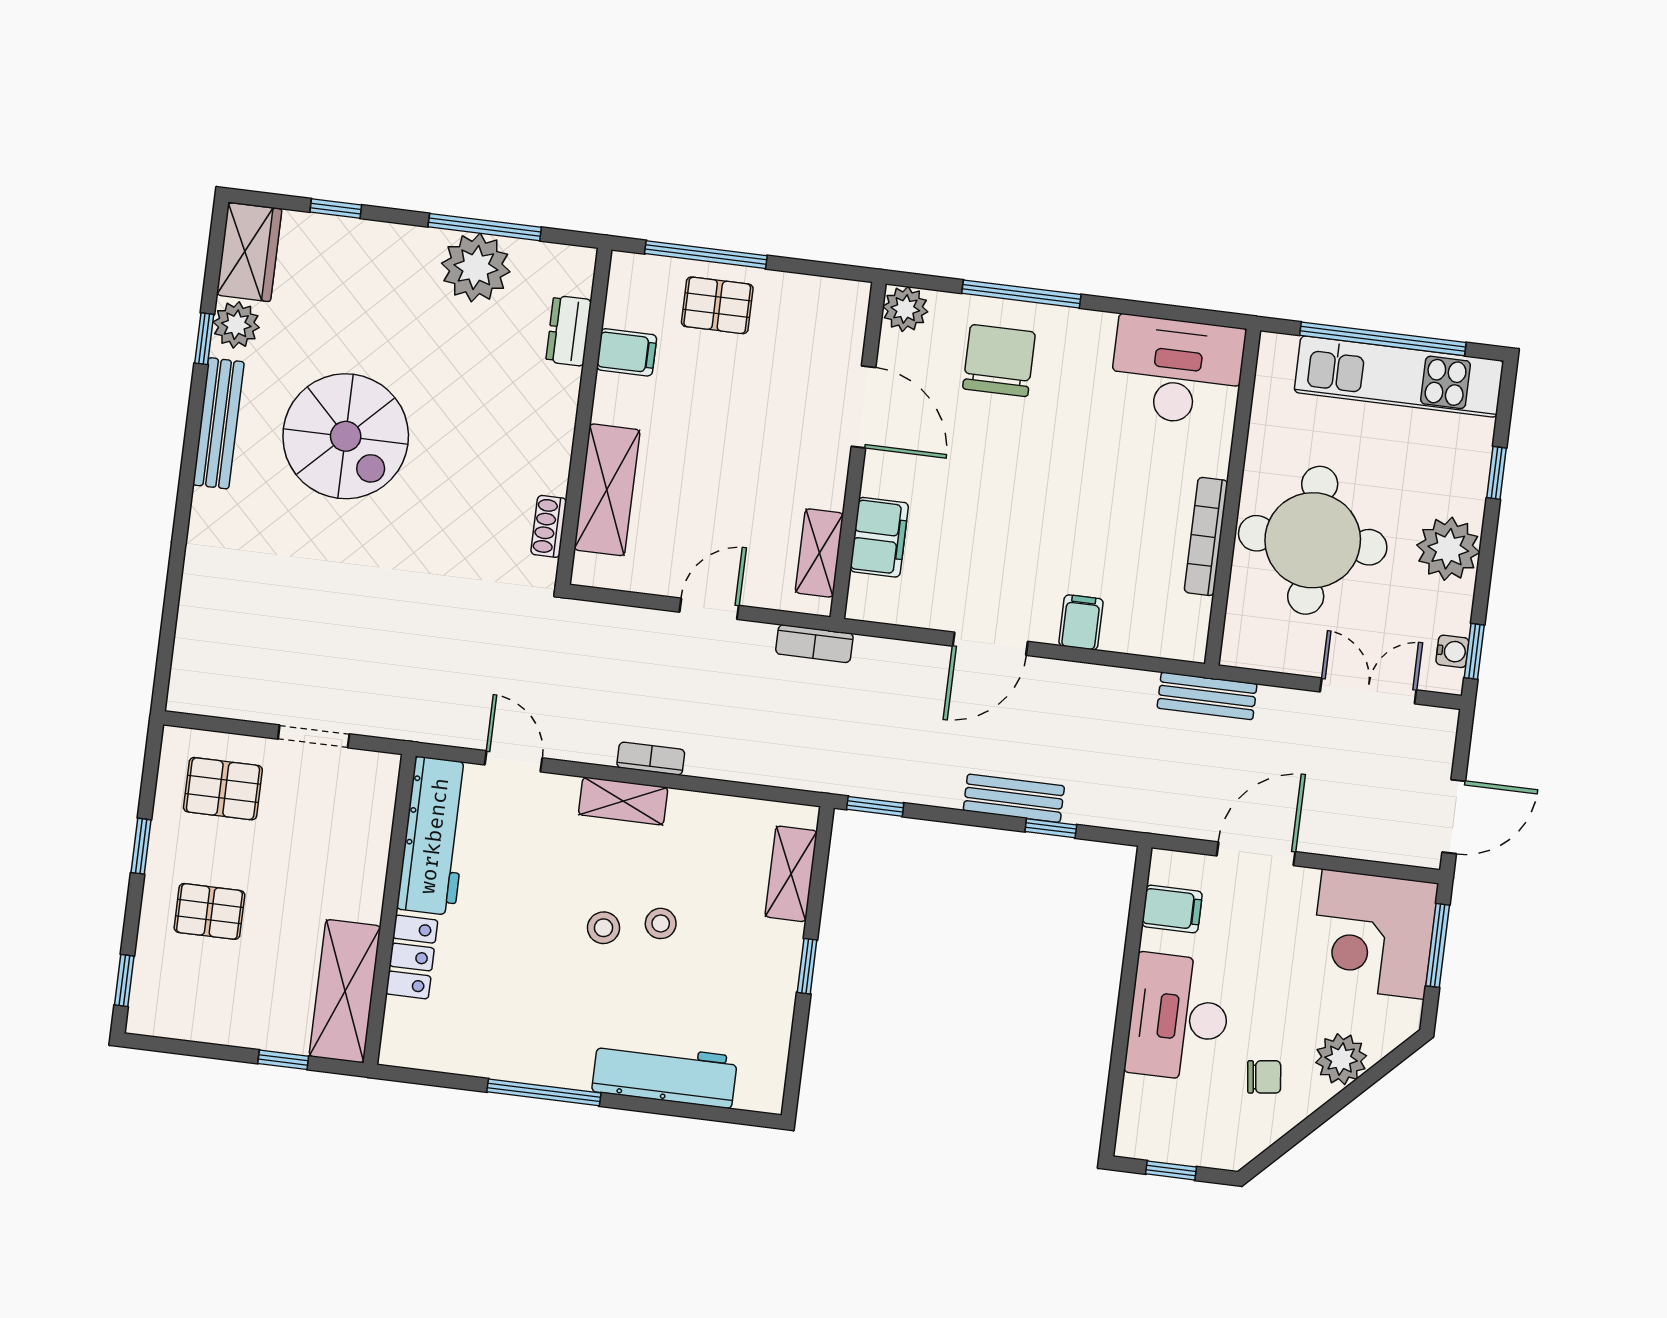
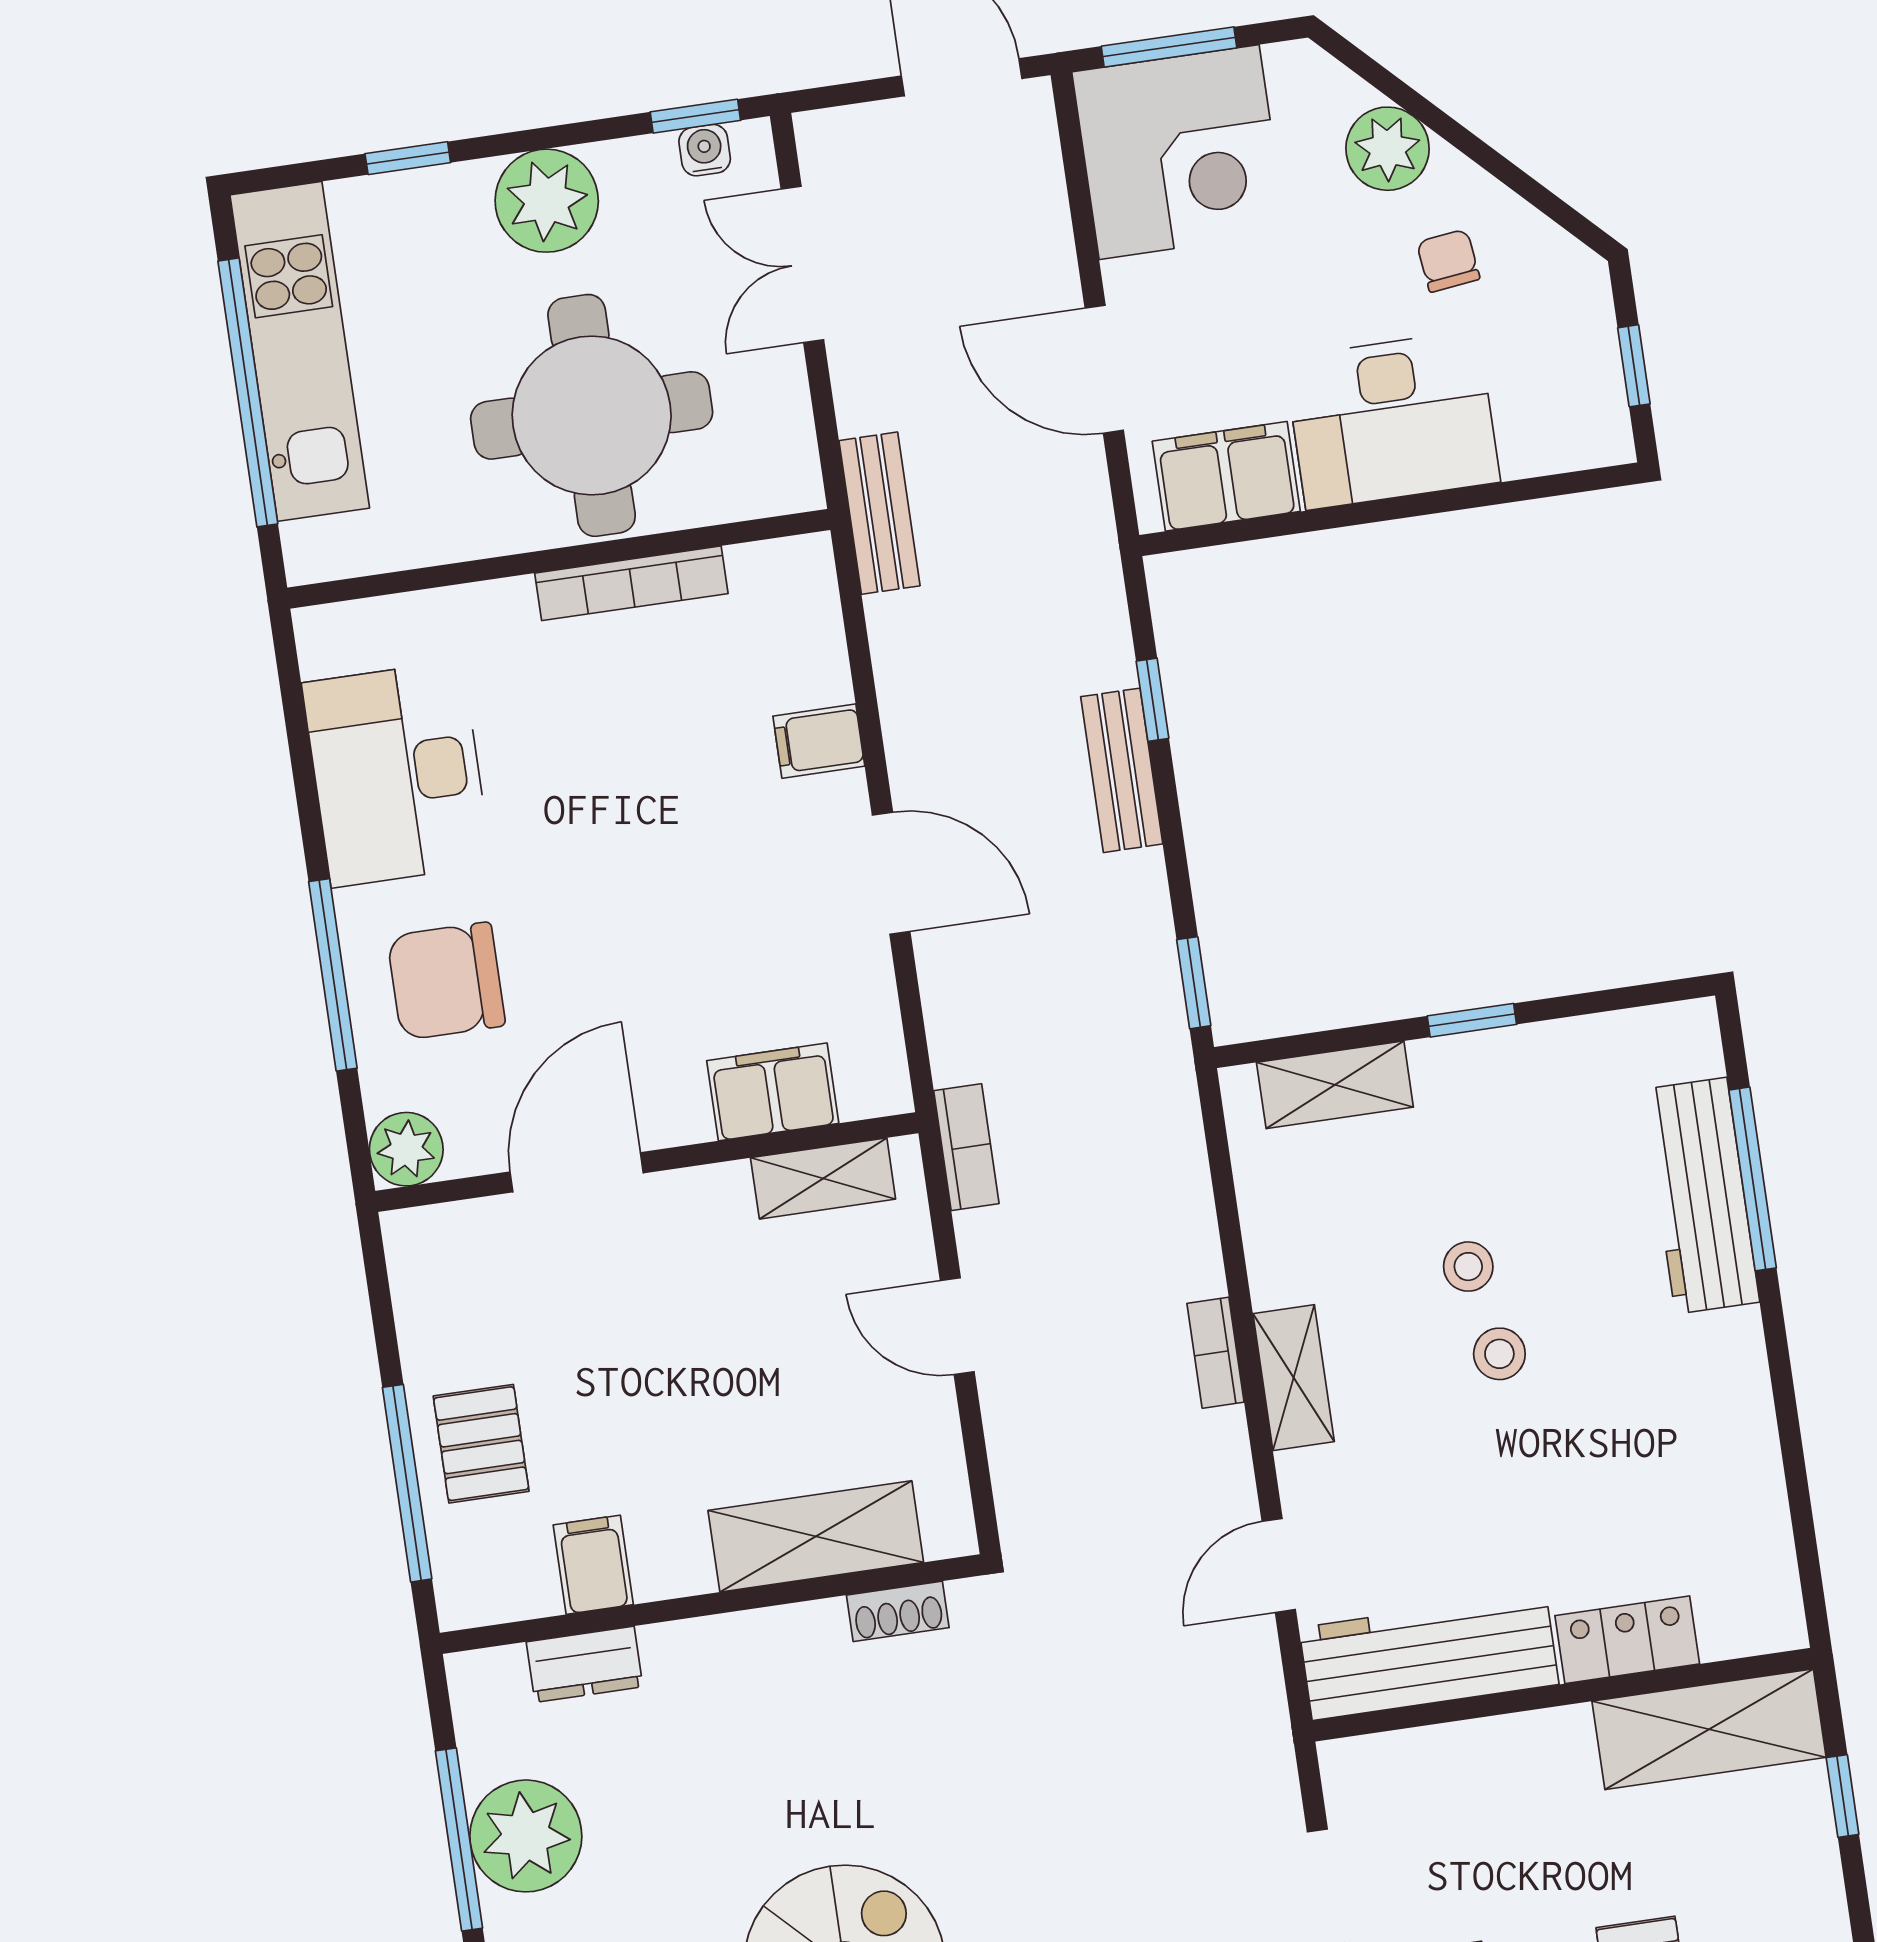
desk: (1177, 371) -> (397, 774), moved
filing cabinet: (1172, 909) -> (1226, 476), width x2.00
window: (544, 1092) -> (1753, 1179), moved

